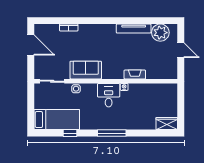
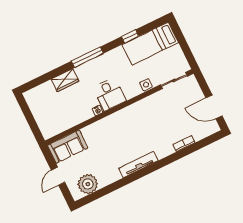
tv unit: (134, 29) -> (138, 165), moved
door: (181, 50) -> (58, 176), hinge flipped
sofa: (86, 70) -> (68, 147), moved
fireplace: (135, 74) -> (93, 129), removed
wardrobe: (167, 124) -> (65, 80), moved

